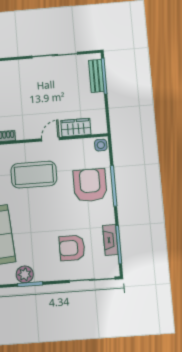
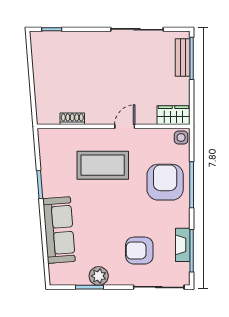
wardrobe: (76, 127) -> (173, 115), moved
plant: (25, 274) -> (99, 276), moved

